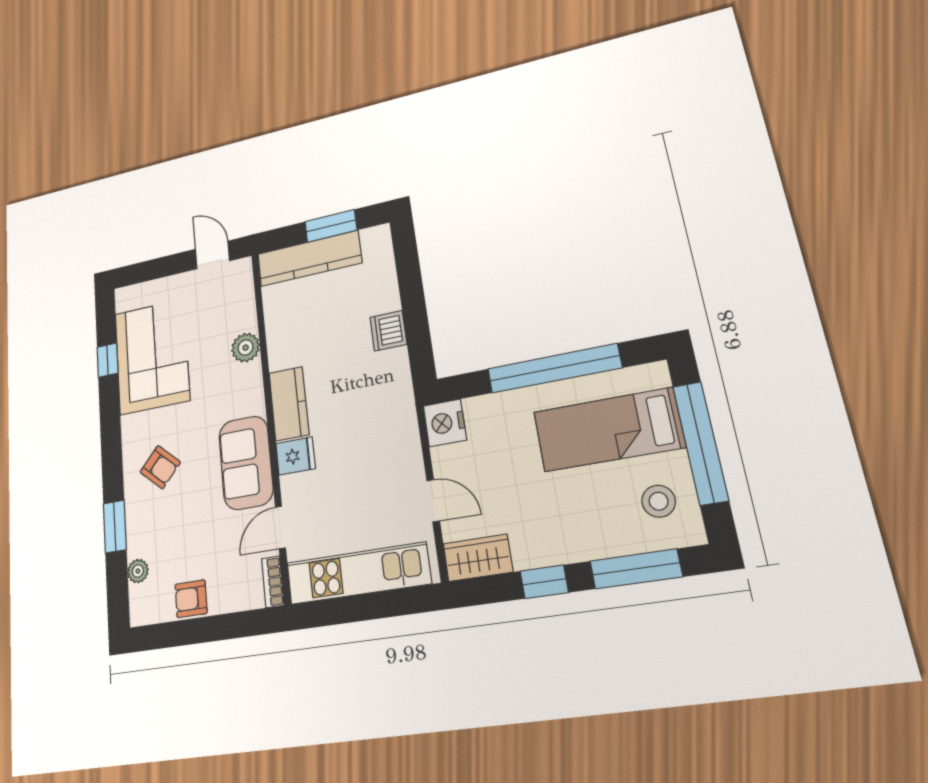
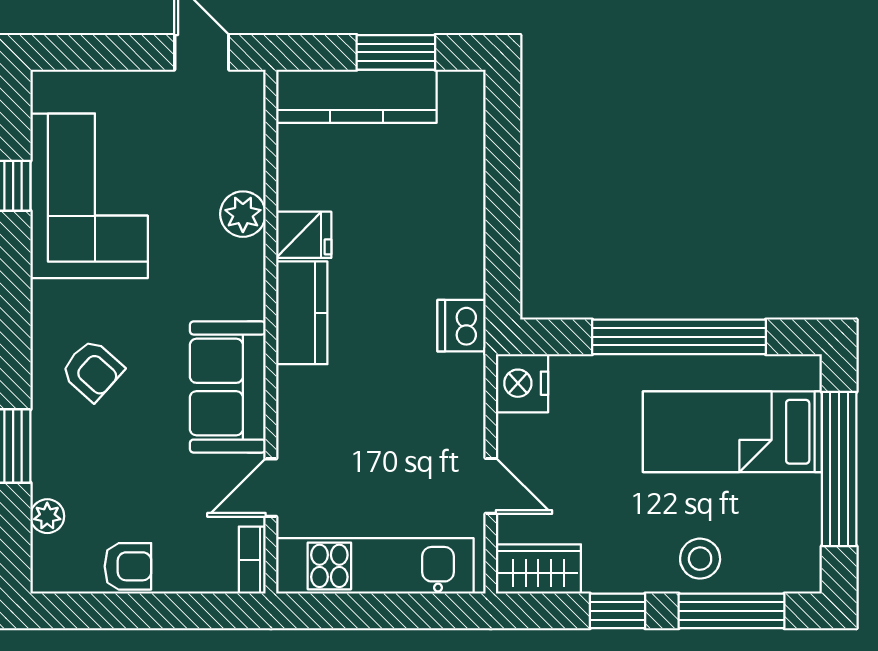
dishwasher: (388, 331) -> (461, 326), moved
fridge: (296, 456) -> (304, 235), moved
stool: (659, 501) -> (700, 559), moved
armchair: (191, 599) -> (128, 566), turned 180

